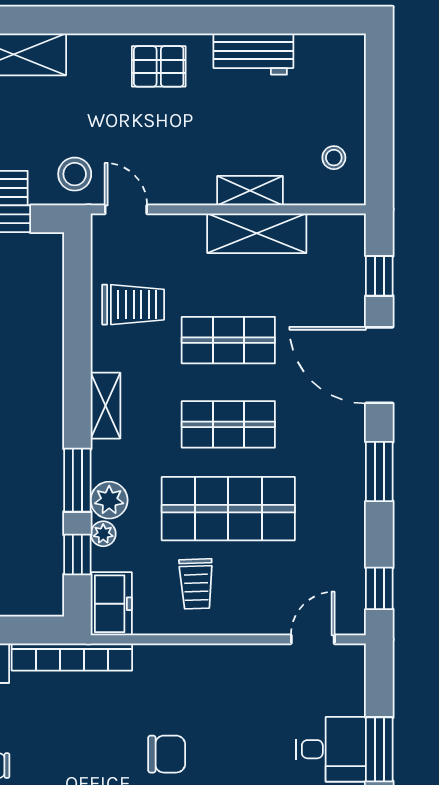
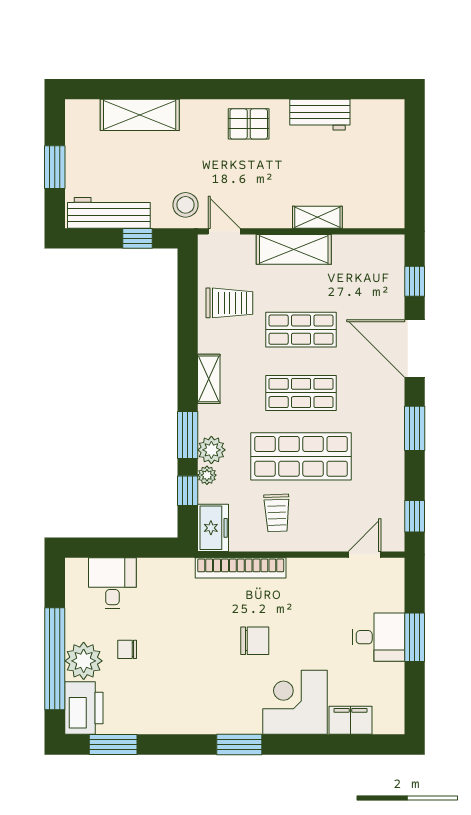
stool: (334, 158) -> (380, 192), removed
shelving: (257, 233) -> (294, 249), moved
bookcase: (72, 657) -> (241, 568), moved

